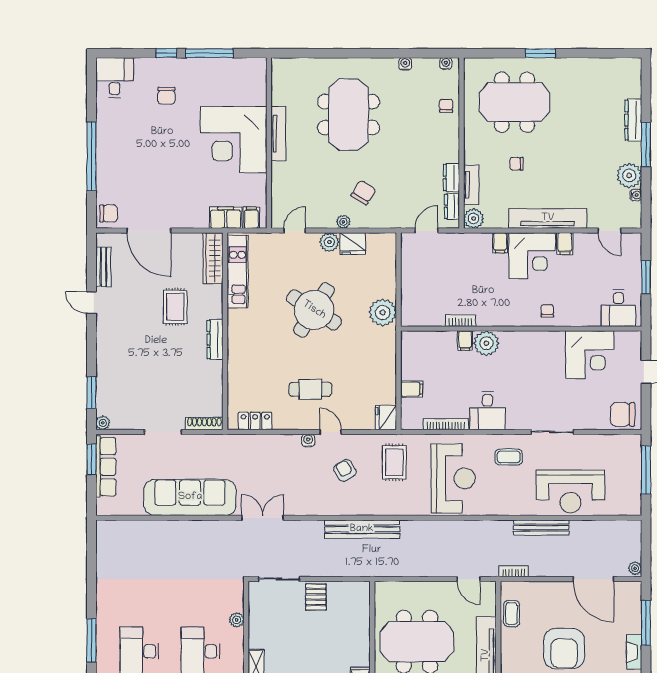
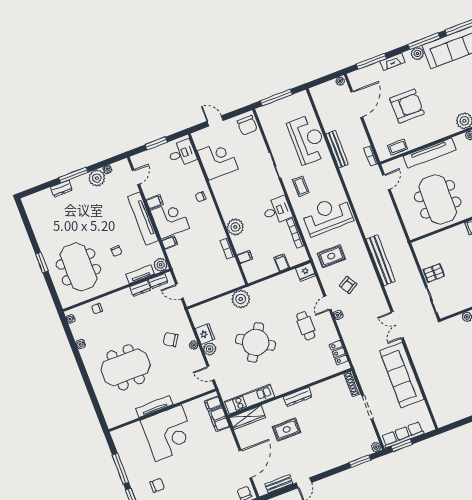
dresser: (633, 120) -> (61, 189), width x0.70
filing cabinet: (465, 341) -> (245, 257), moved

